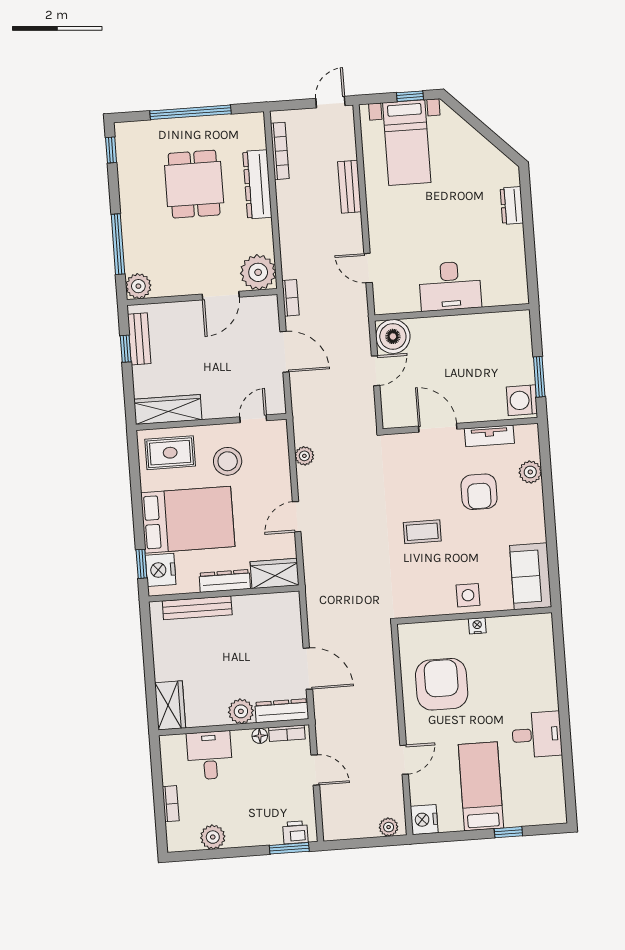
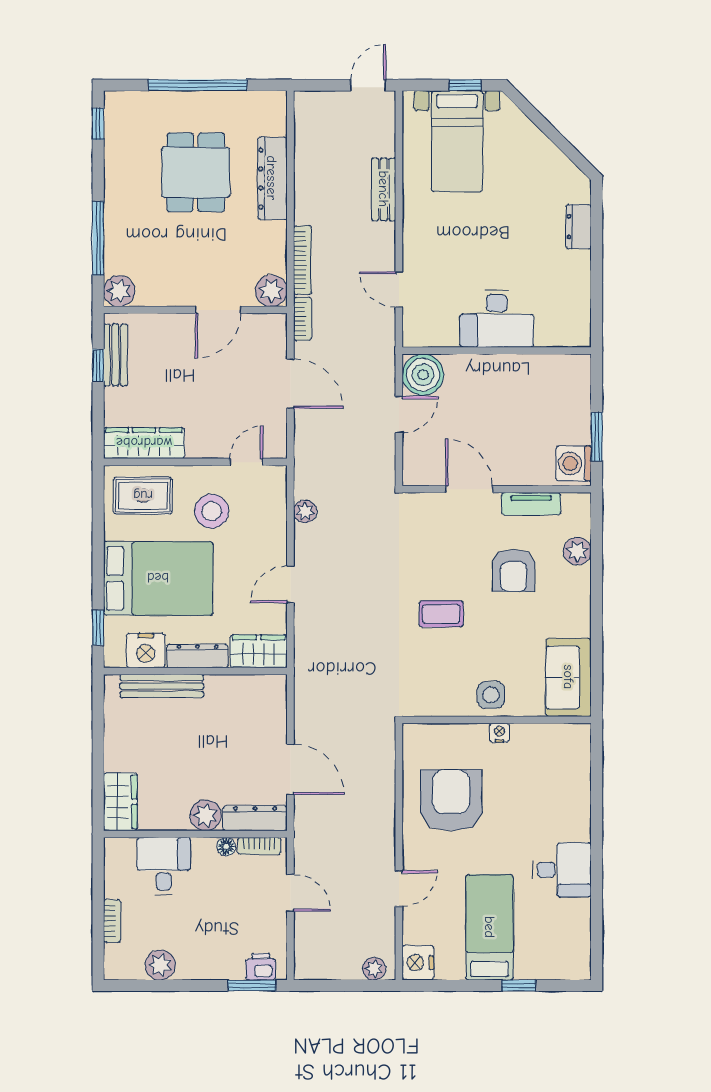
bookcase: (280, 151) -> (302, 260), moved
plant: (258, 272) -> (271, 291), width x0.73, depth x0.73
nightstand: (161, 570) -> (146, 651), moved, turned -90

